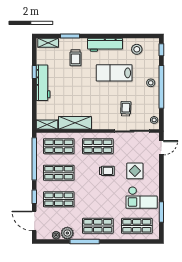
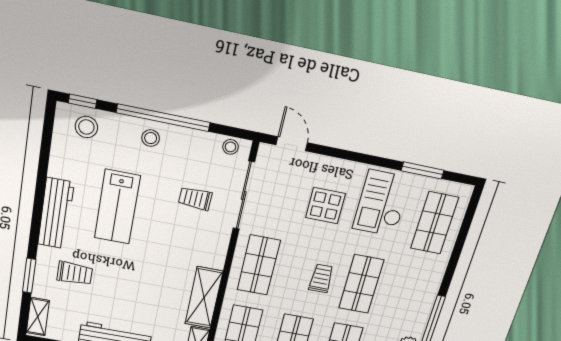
stool: (137, 49) -> (86, 127), moved
trolley: (107, 171) -> (321, 278), moved
checkout: (142, 198) -> (382, 203), turned 180
shop shelf: (98, 226) -> (361, 284), moved

